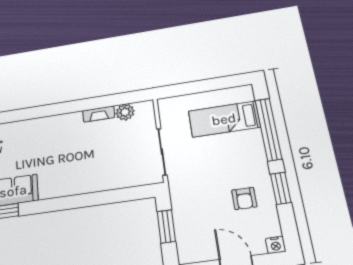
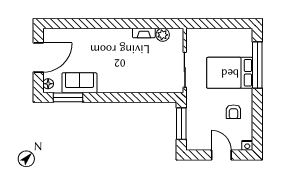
bed: (224, 119) -> (230, 73), moved, width x1.50
window: (281, 188) -> (257, 108), removed
window: (166, 226) -> (181, 124), width x1.44

